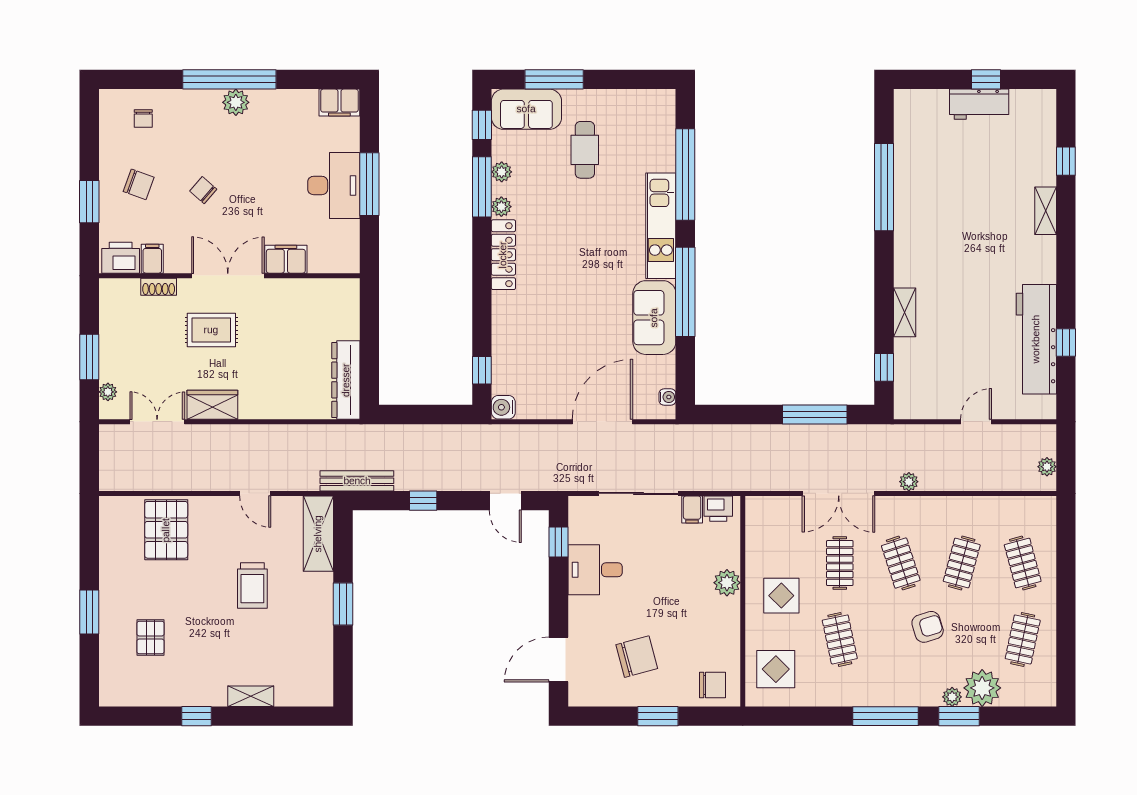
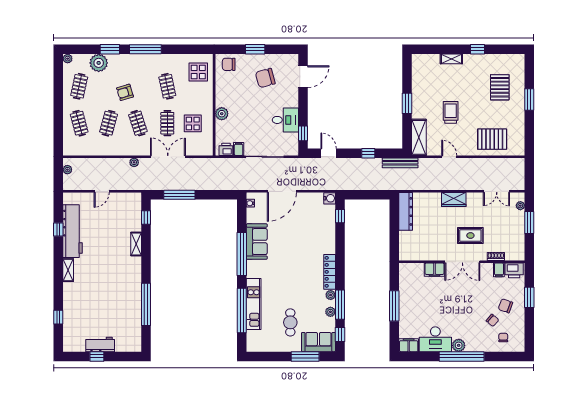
desk: (334, 185) -> (435, 339), moved, turned -90
chair: (203, 190) -> (492, 320), moved
shelving: (1046, 211) -> (68, 270), moved
kitchen unit: (661, 226) -> (254, 304), moved
wardrobe: (212, 405) -> (454, 200), moved
pallet: (166, 530) -> (492, 139), turned 90
display table: (781, 596) -> (193, 123), moved
pallet: (150, 637) -> (500, 87), width x1.50, depth x1.42
plant: (952, 697) -> (68, 59), moved

